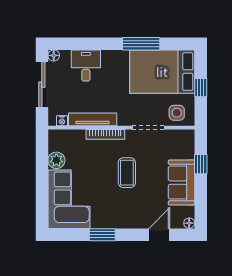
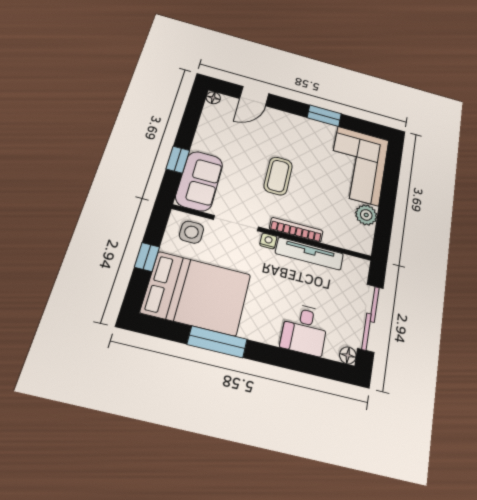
nightstand: (62, 121) -> (268, 241), moved
sofa: (181, 183) -> (199, 181), moved

